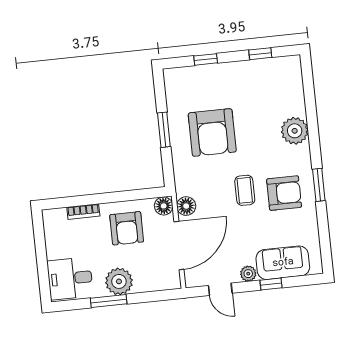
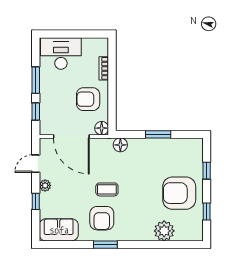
plant: (295, 131) -> (164, 231), moved
armchair: (212, 132) -> (179, 193), moved
floor lamp: (186, 206) -> (120, 145), moved
sofa: (283, 263) -> (59, 230), moved, turned -90
desk: (70, 278) -> (61, 53), width x1.37
plant: (119, 281) -> (49, 89), removed
window: (151, 297) -> (36, 111), added

